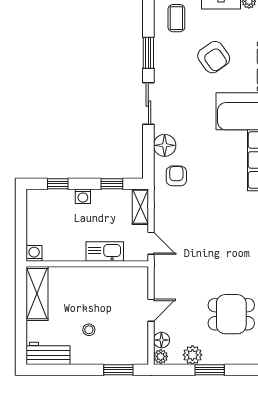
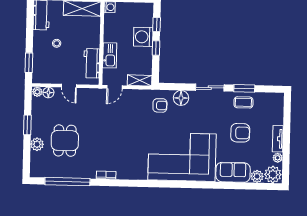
coffee table: (176, 18) -> (243, 102), moved
armchair: (214, 57) -> (240, 133), turned -145
window: (112, 184) -> (156, 48), moved
washing machine: (83, 196) -> (143, 37), width x1.89, depth x1.89
workbench: (117, 278) -> (92, 63), added
plant: (192, 355) -> (37, 144), moved

